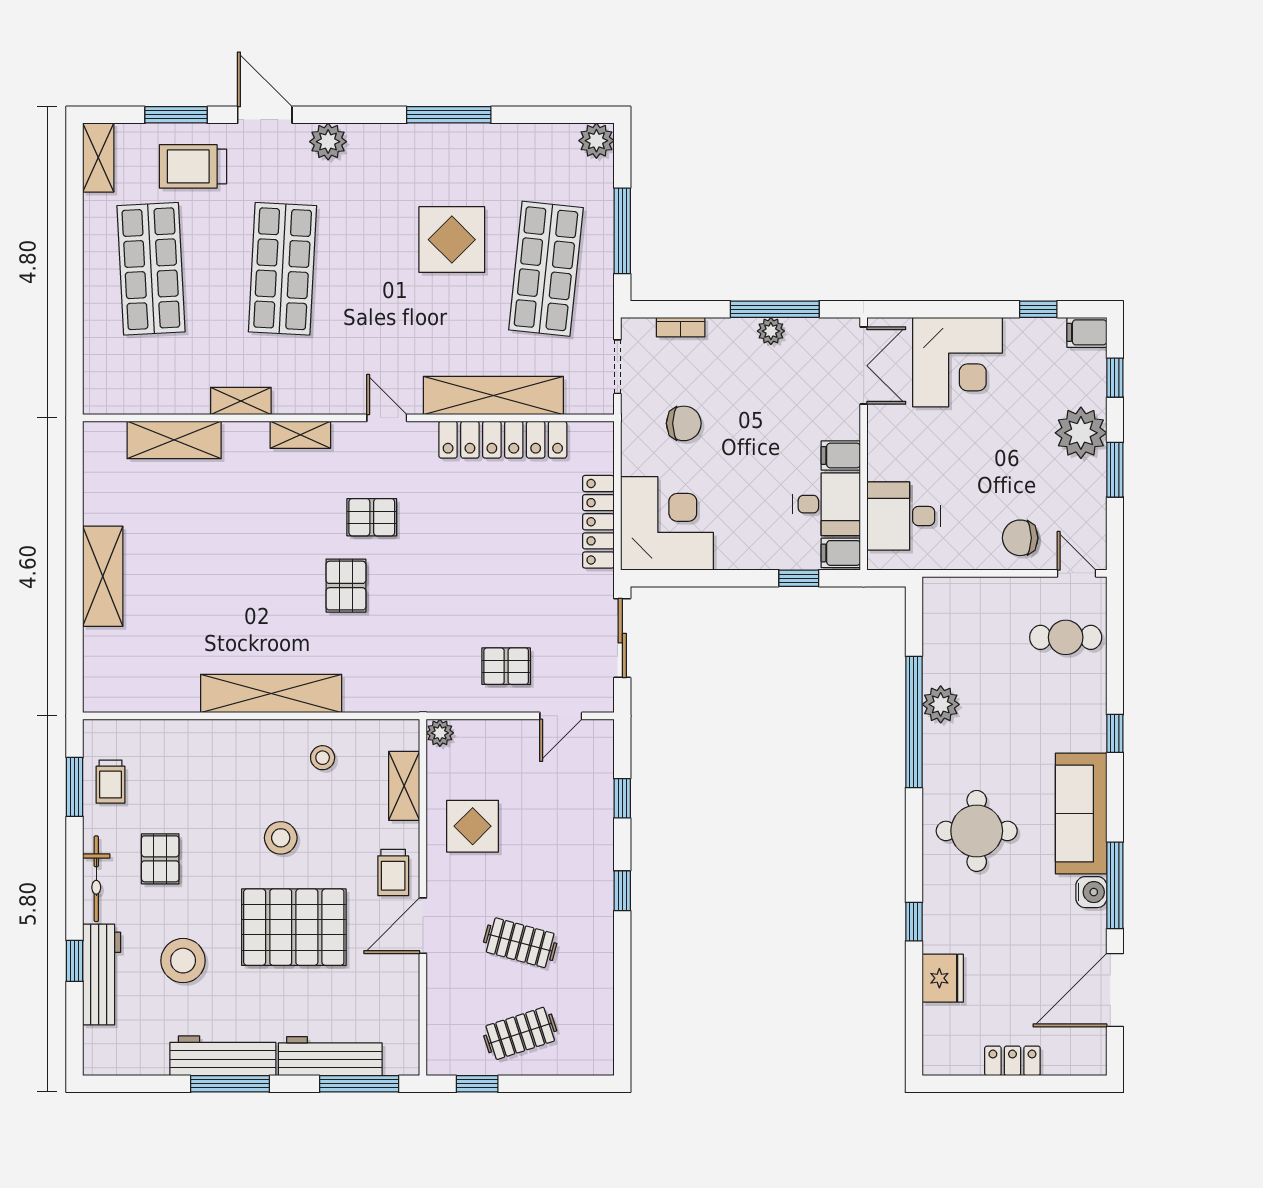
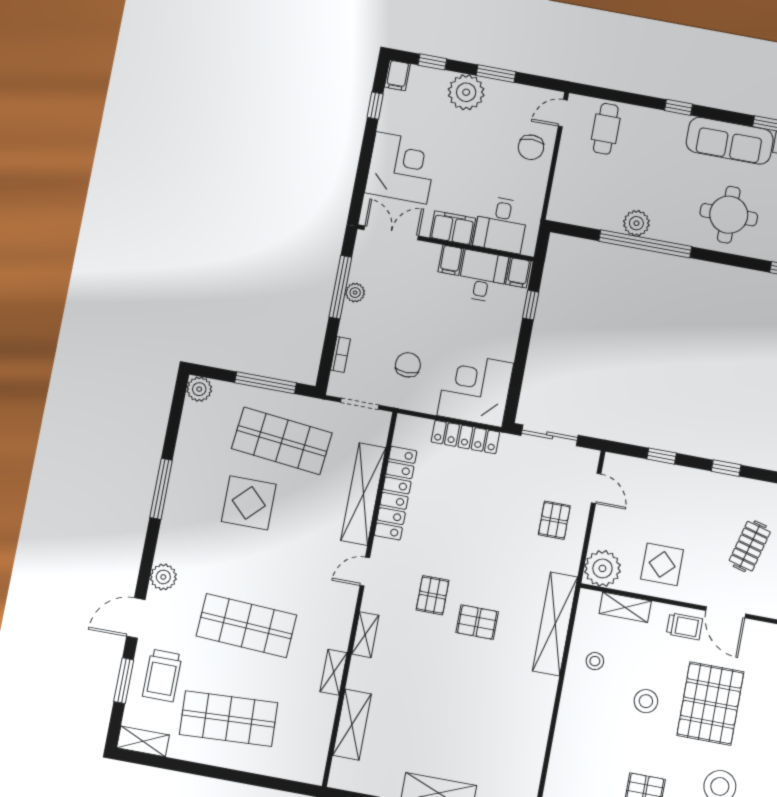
filing cabinet: (887, 450) -> (453, 228), added
shelving: (271, 693) -> (555, 624), moved
plant: (440, 733) -> (602, 568), width x1.88, depth x1.88

